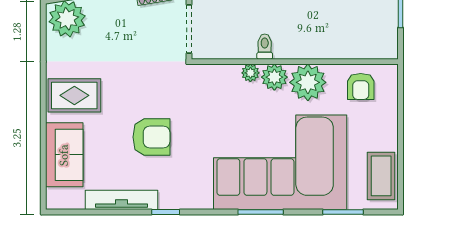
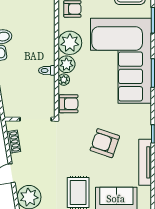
armchair: (213, 81) -> (69, 104), added
armchair: (151, 137) -> (105, 143), turned -71

